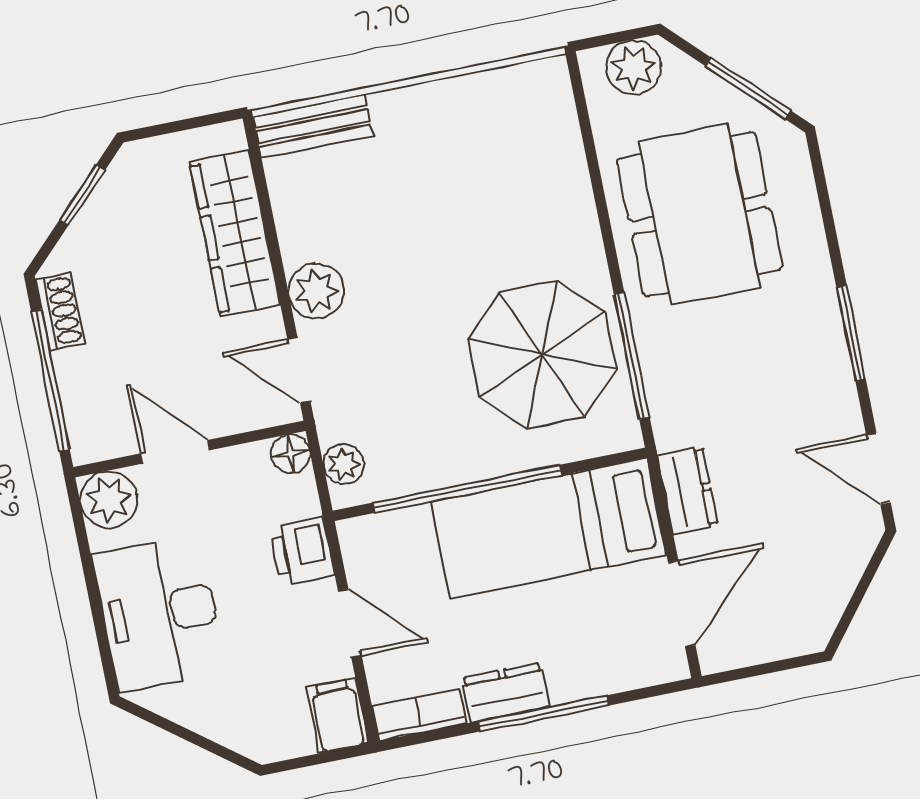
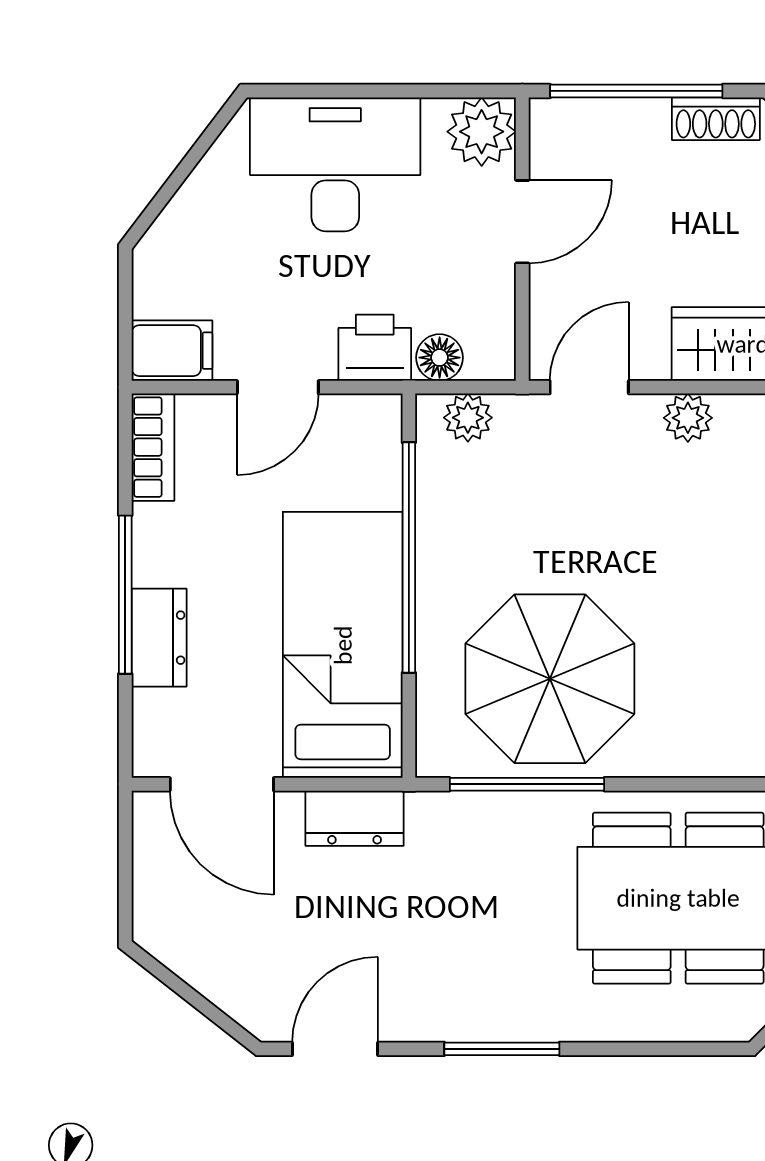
plant: (316, 291) -> (688, 418), width x0.73, depth x0.73
floor lamp: (291, 454) -> (440, 358), moved
dresser: (506, 692) -> (159, 638), moved

